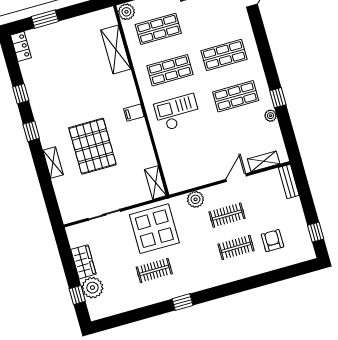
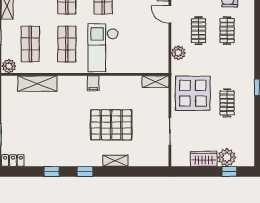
checkout: (177, 112) -> (103, 48), width x1.36, depth x1.21

